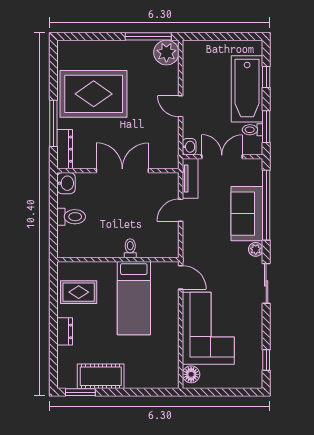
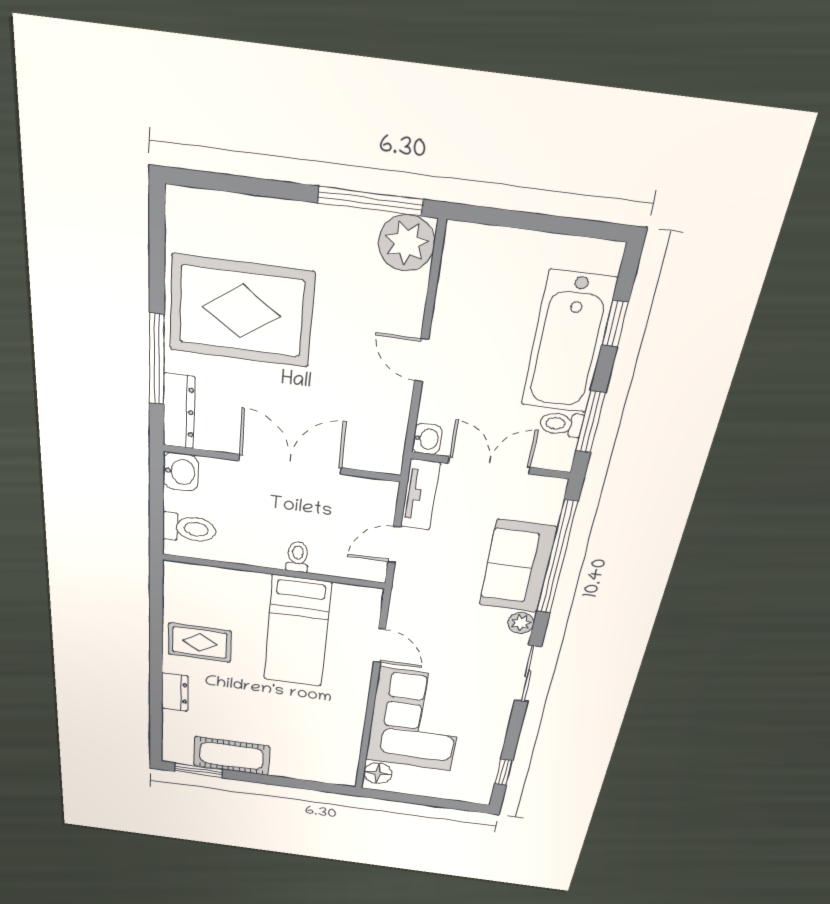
toilet: (130, 248) -> (298, 557), moved
wall: (118, 260) -> (274, 571), moved
bed: (134, 298) -> (297, 632), moved

